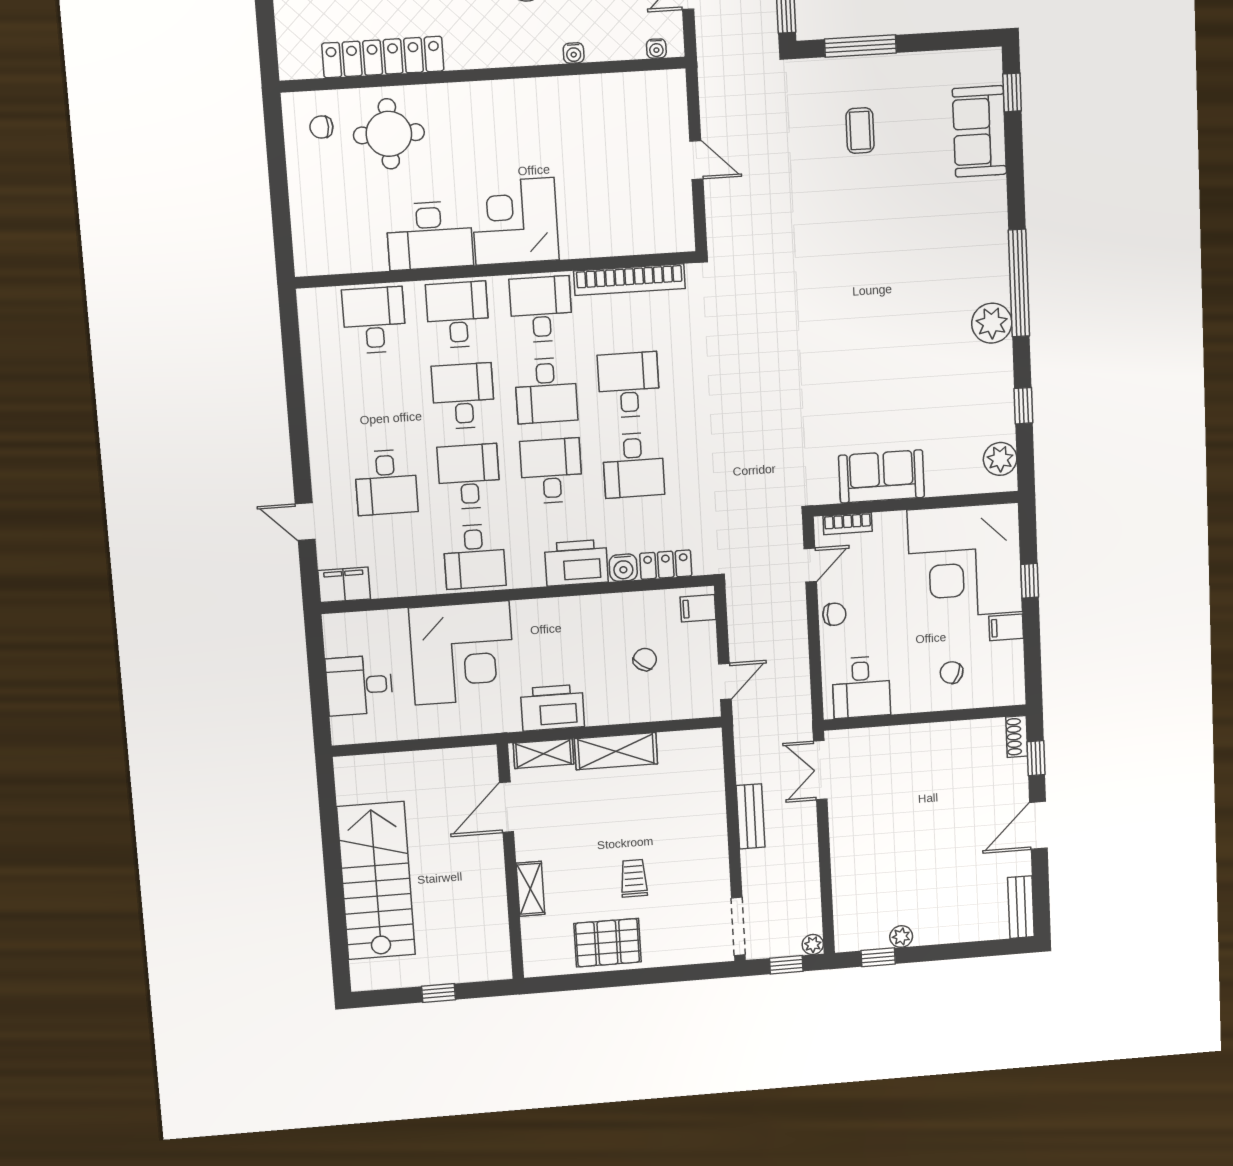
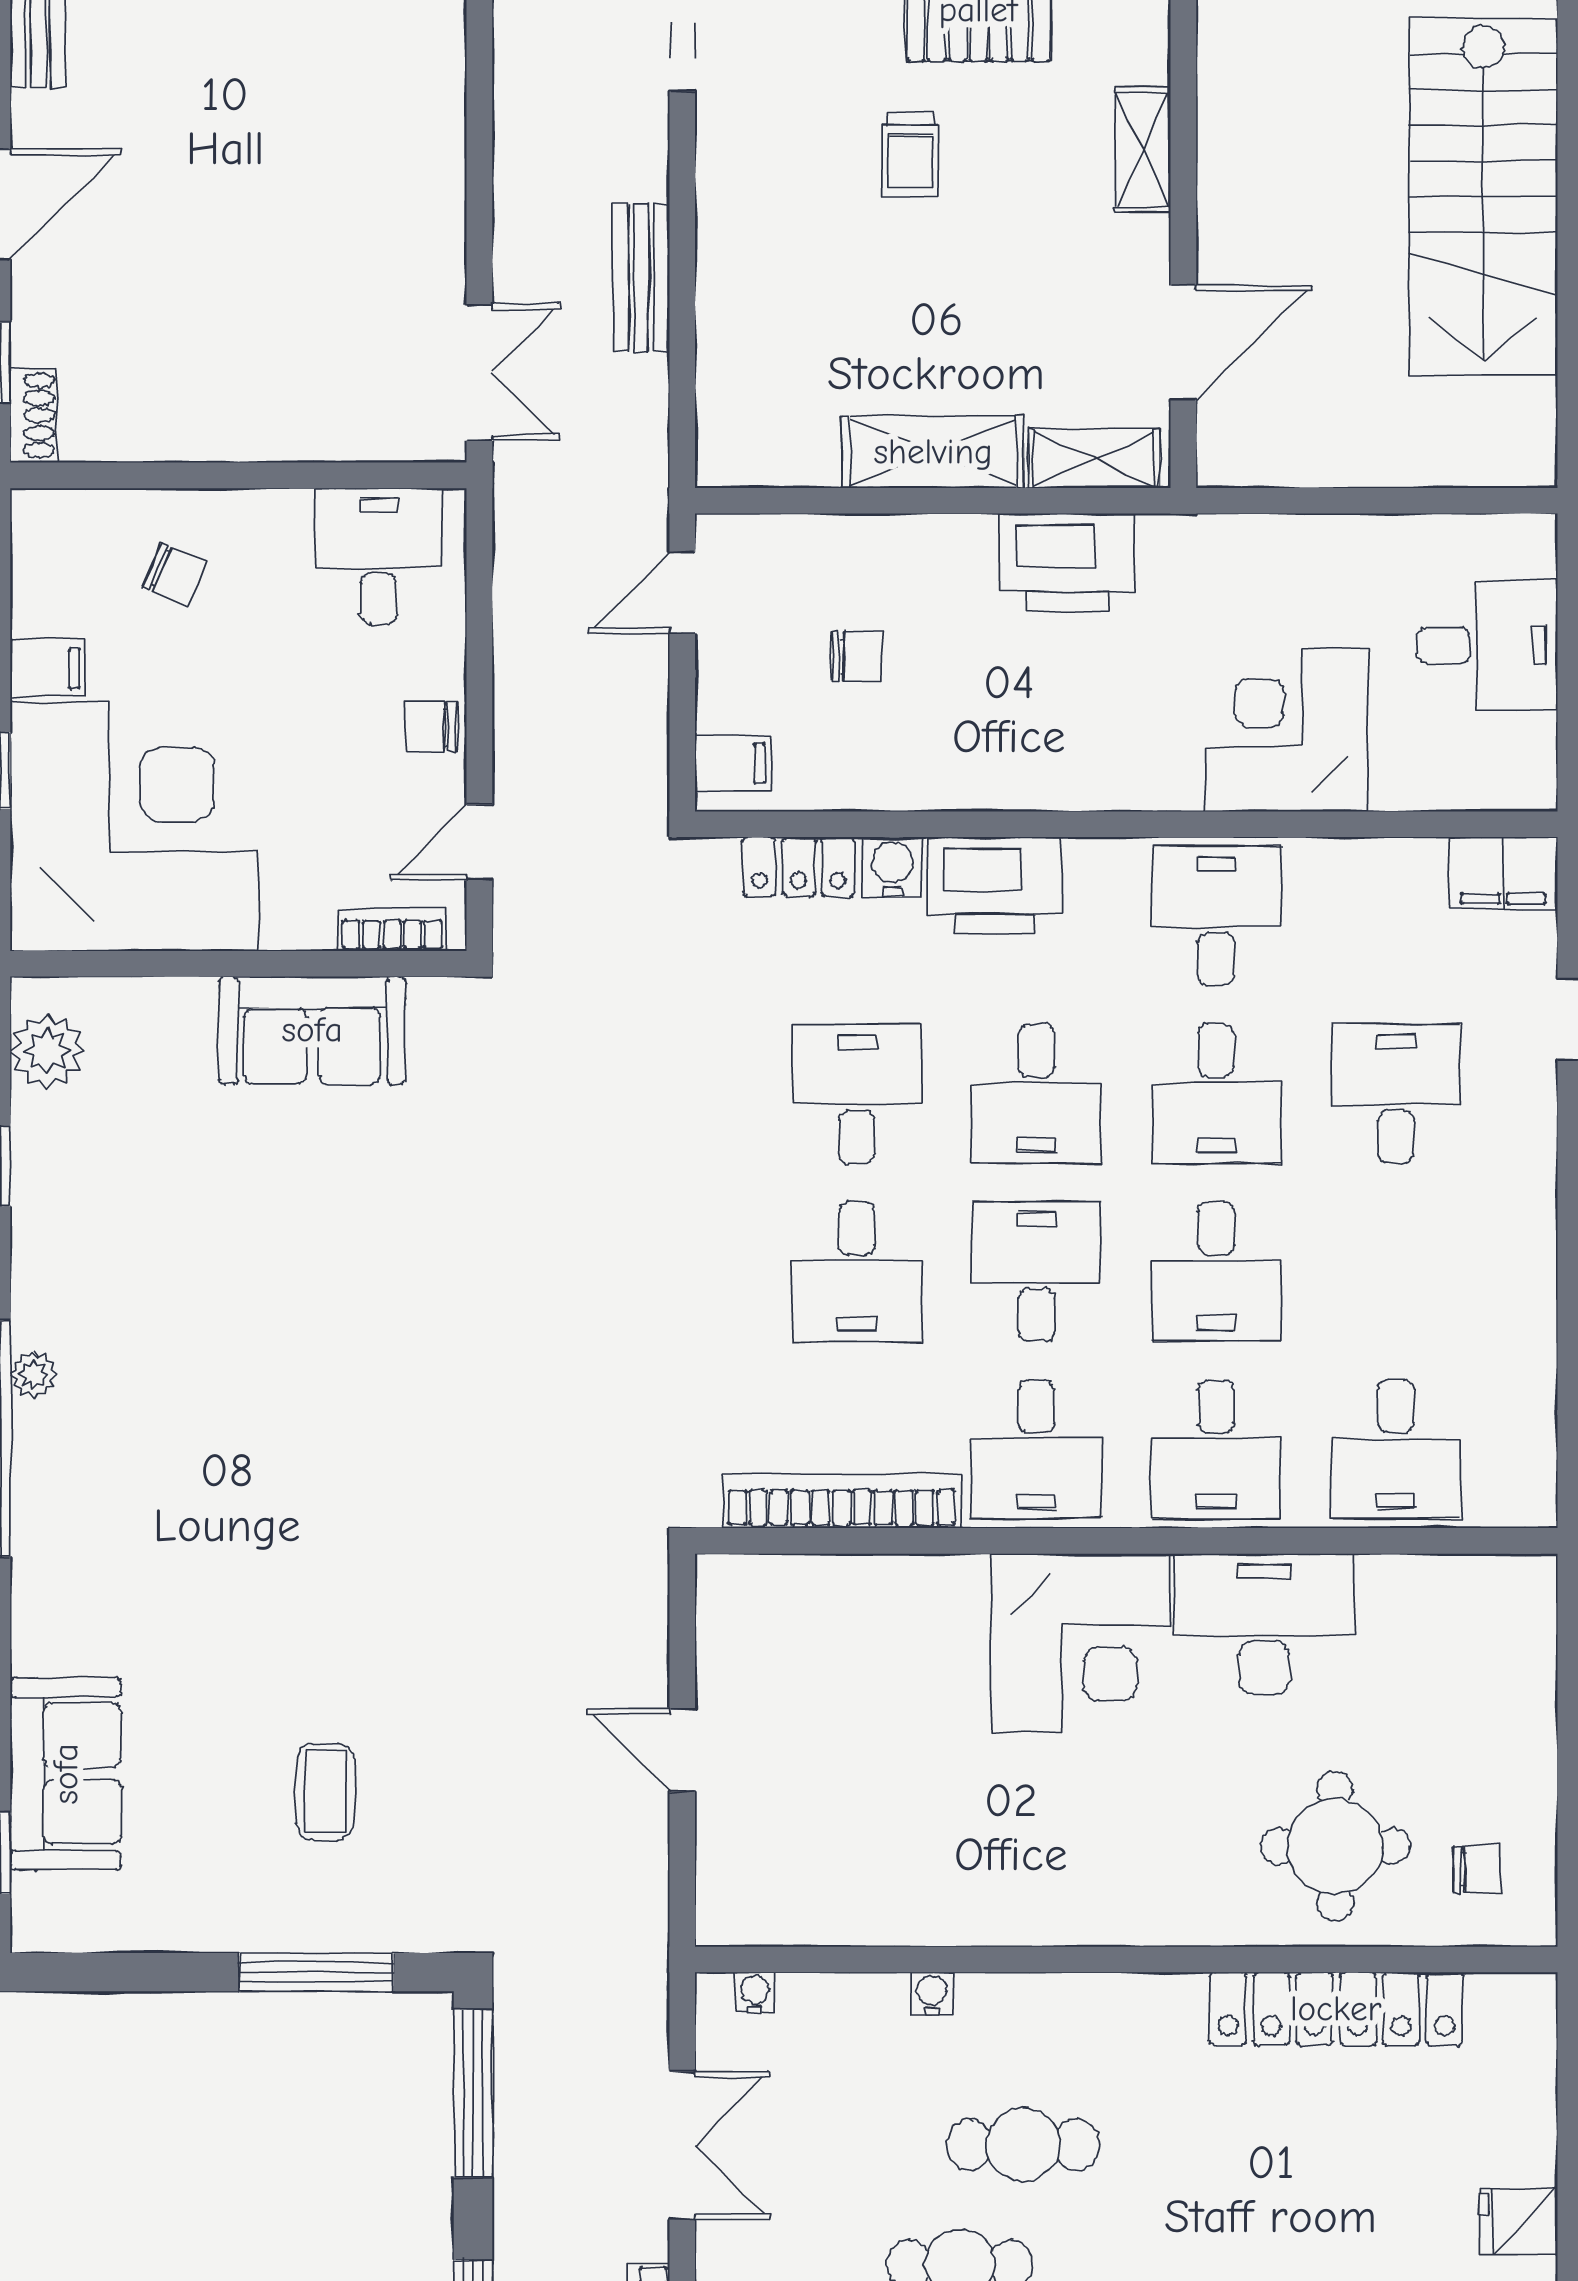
plant: (992, 323) -> (34, 1375), width x0.53, depth x0.53
corner desk: (462, 653) -> (1287, 730), width x0.74, depth x0.74
chair: (645, 659) -> (857, 656), turned -125

